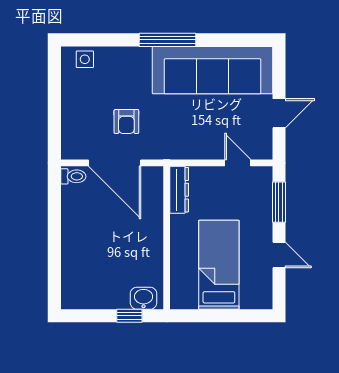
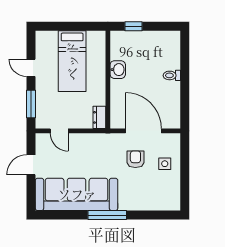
side table: (85, 59) -> (165, 164), moved
toilet: (73, 176) -> (172, 75), moved
dresser: (179, 190) -> (99, 117), width x0.70
washbasin: (144, 298) -> (118, 70), moved, turned -90

